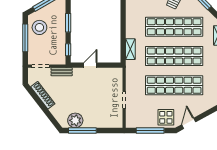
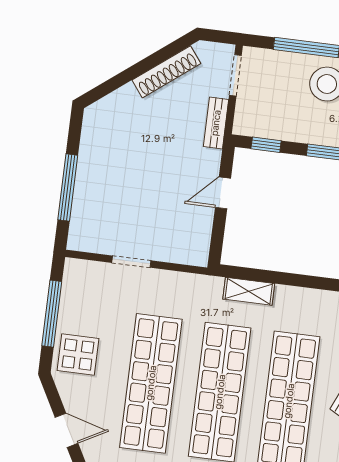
door: (90, 65) -> (223, 193), swing flipped
plant: (75, 120) -> (98, 141), removed
door: (189, 123) -> (67, 430), moved
window: (82, 130) -> (68, 188), moved

